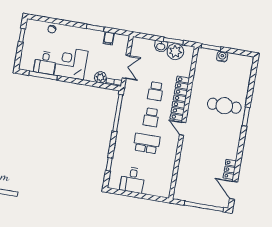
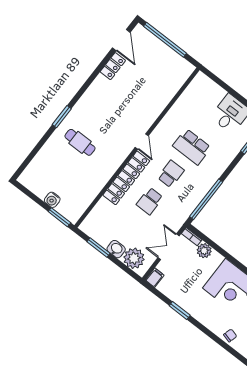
filing cabinet: (109, 38) -> (155, 278), moved
plant: (175, 52) -> (134, 258), moved
school desk: (155, 91) -> (150, 201), turned 180
cafe table: (224, 106) -> (80, 142), width x0.73, depth x0.74

